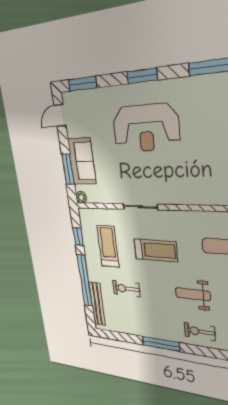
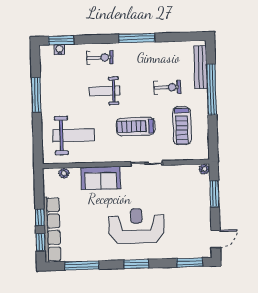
sofa: (82, 161) -> (101, 178), moved, turned -90
window: (78, 237) -> (213, 132), removed
weight bench: (193, 294) -> (104, 91), turned 180

